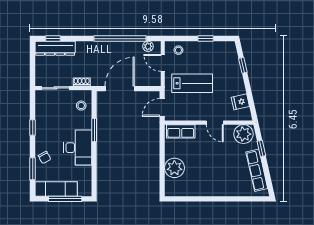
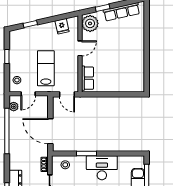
plant: (174, 168) -> (120, 84), removed

